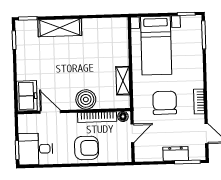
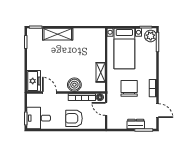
plant: (193, 26) -> (151, 36), added
door: (132, 133) -> (106, 109), swing flipped
armchair: (87, 148) -> (74, 118), turned 180

